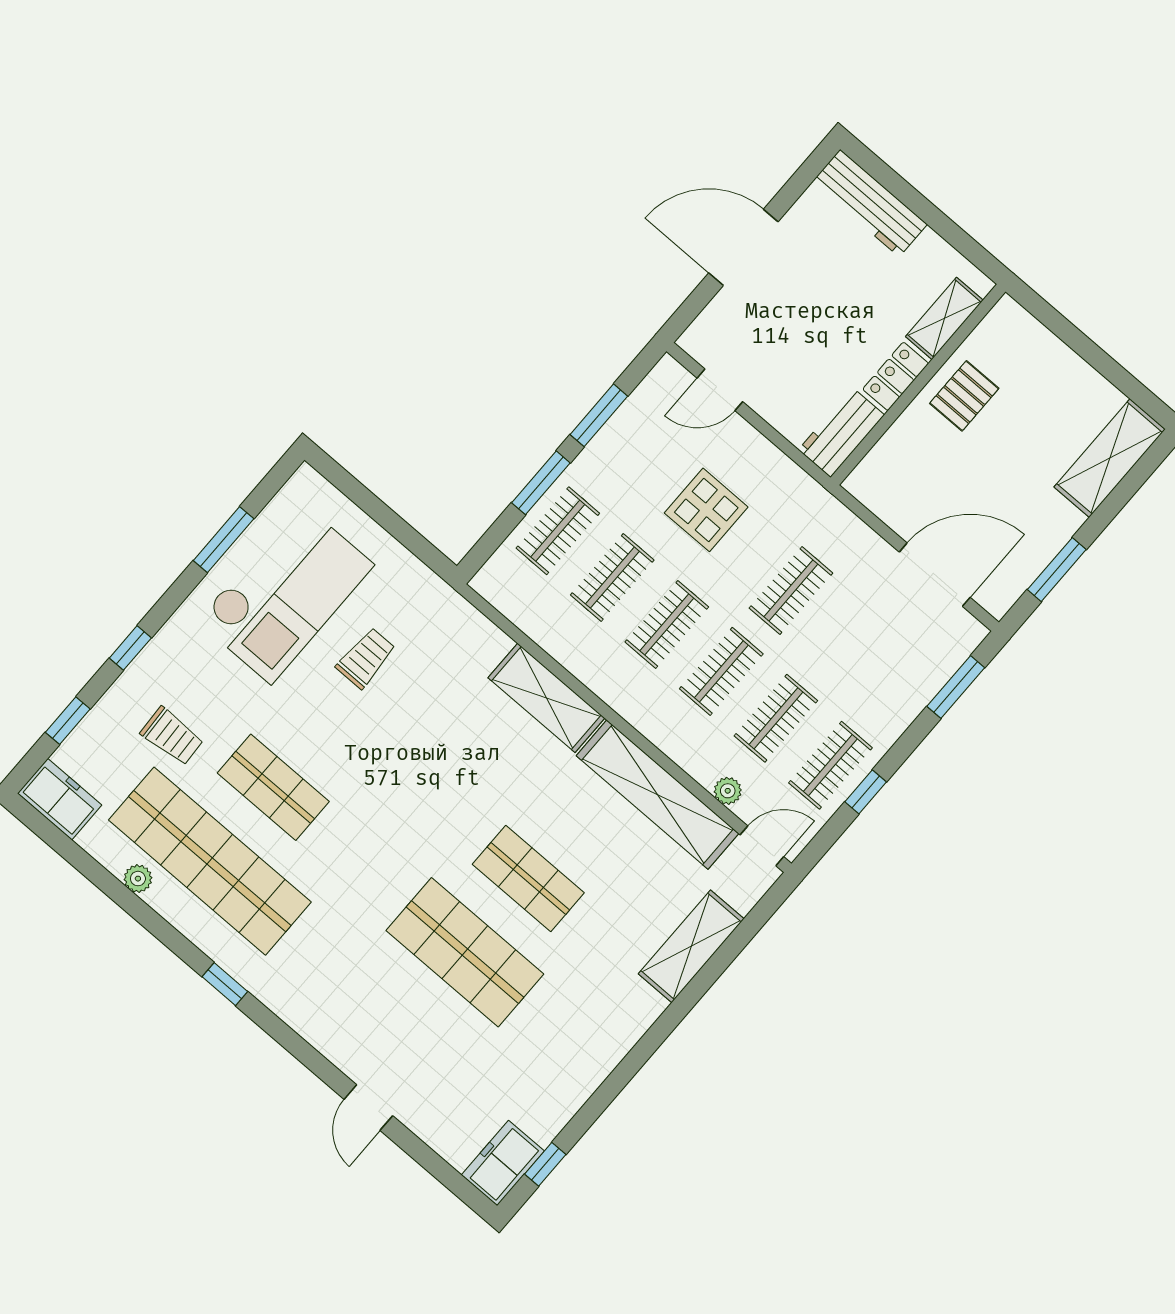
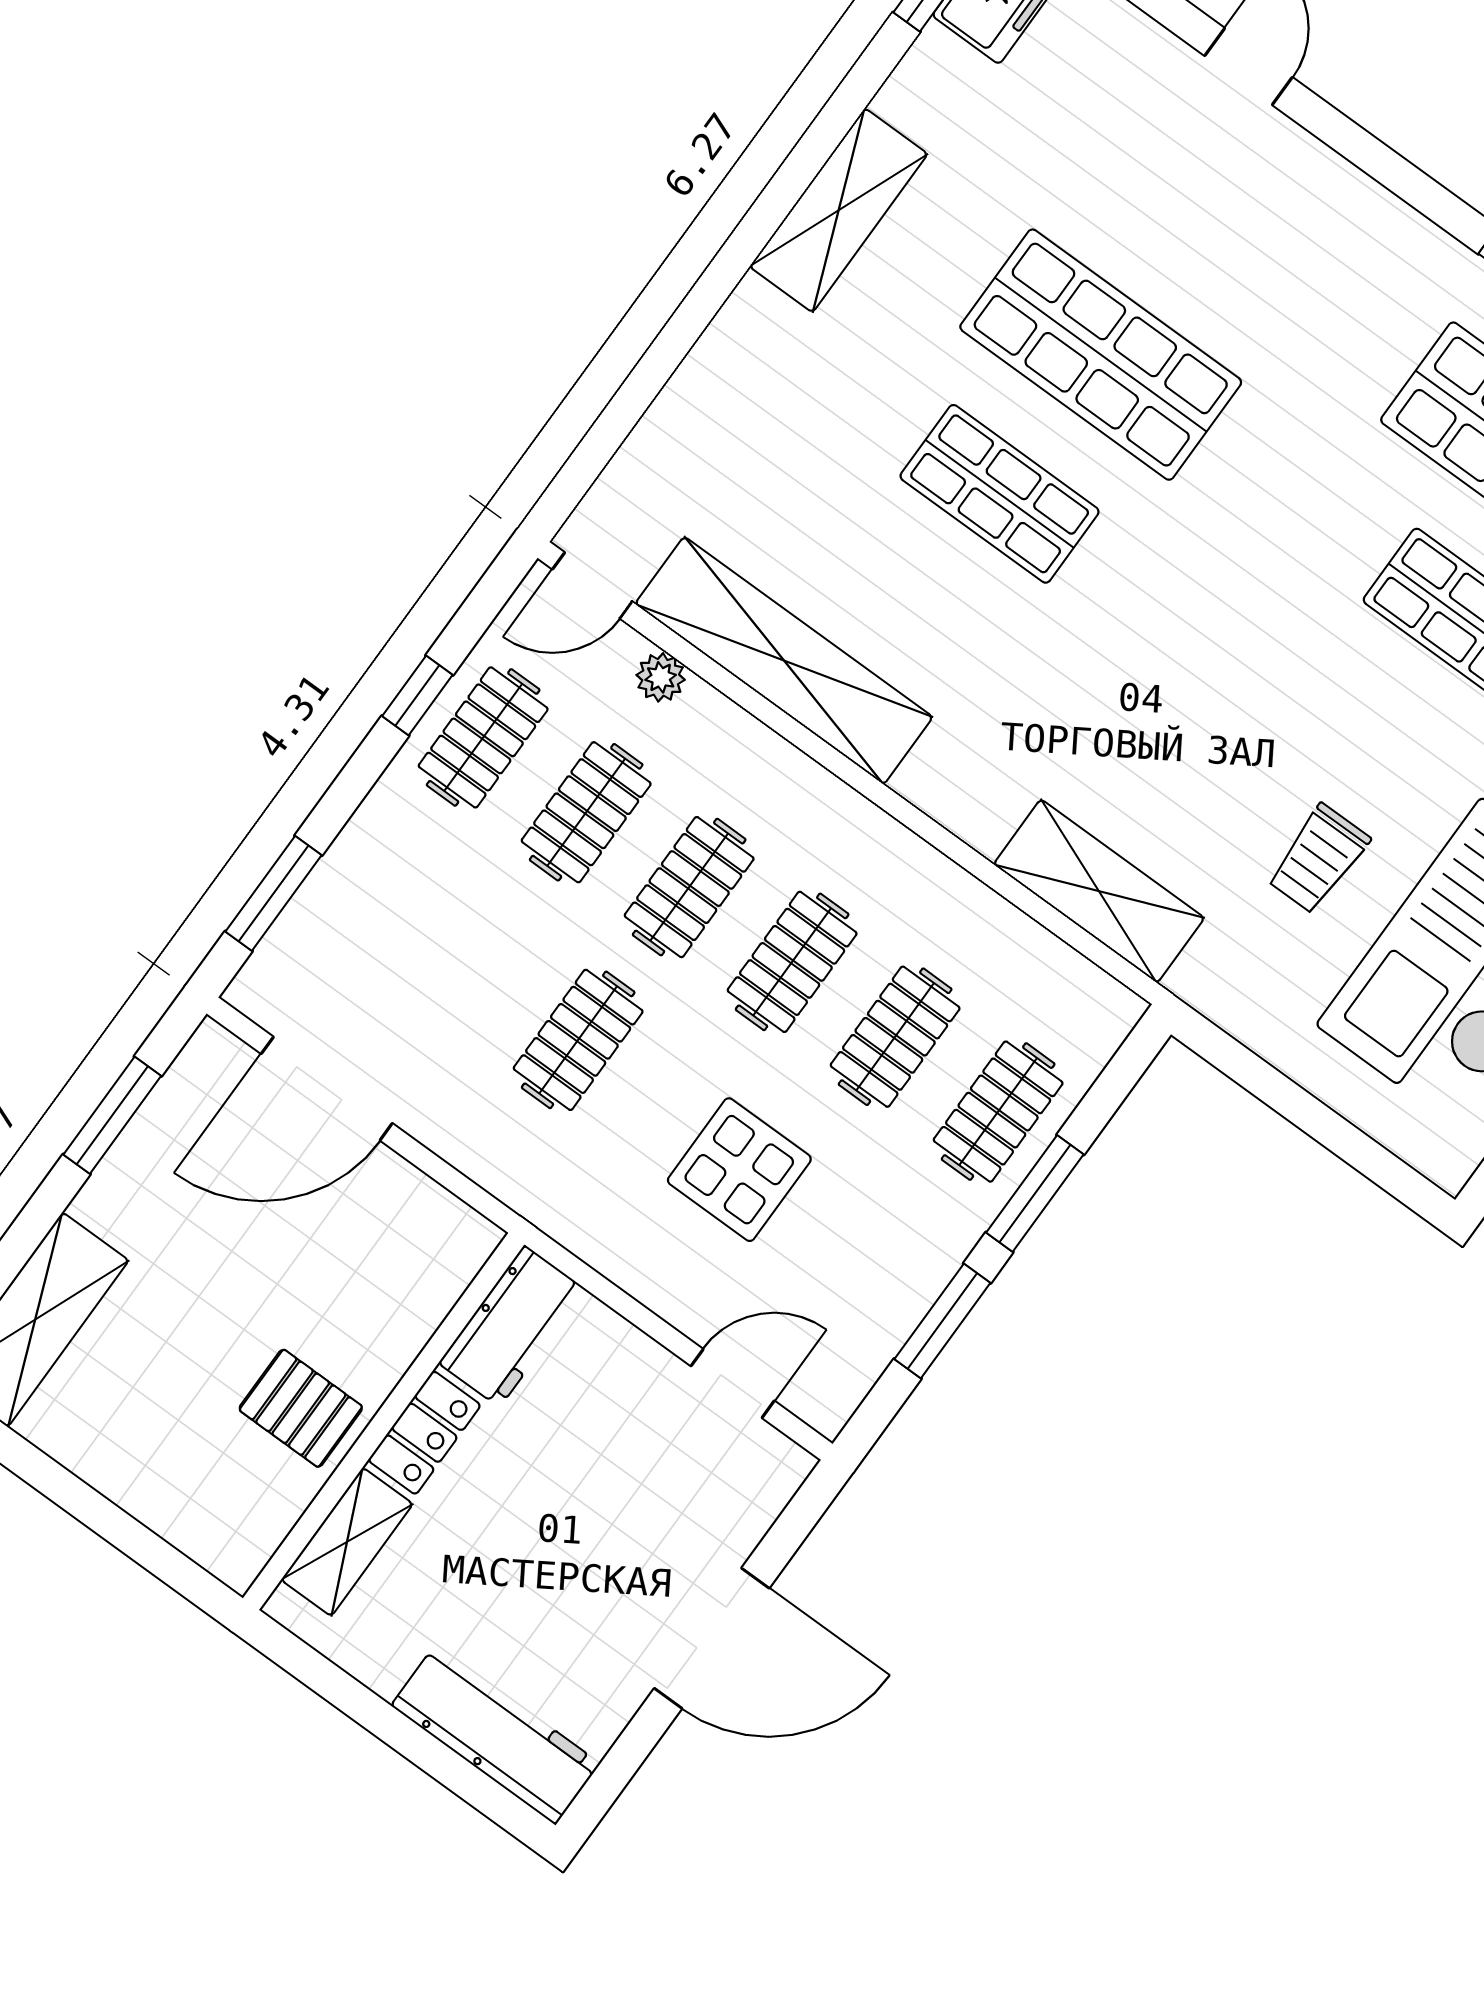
pallet: (964, 396) -> (301, 1408), turned 90
shelving: (546, 698) -> (1099, 891), moved
shelving: (691, 946) -> (839, 210), moved

